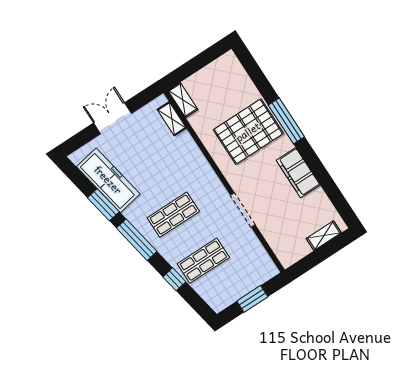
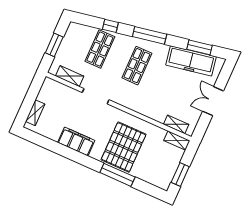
window: (204, 59) -> (180, 175), added
double door: (113, 118) -> (213, 101), swing flipped
window: (286, 121) -> (117, 175), moved
window: (103, 205) -> (199, 47), moved
shelving: (258, 252) -> (70, 76), added

